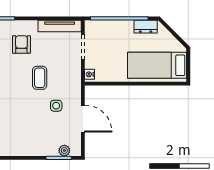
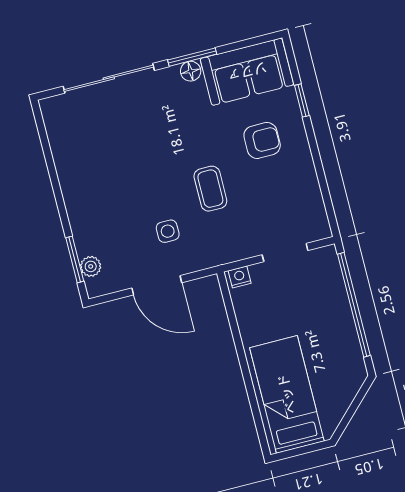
tv unit: (60, 26) -> (313, 201), removed
dresser: (146, 27) -> (351, 356), removed
coffee table: (40, 78) -> (210, 189), turned 90
door: (83, 119) -> (157, 285), hinge flipped

